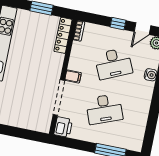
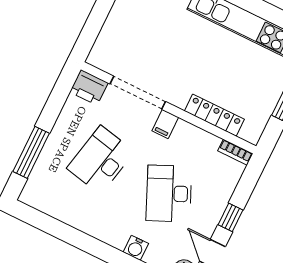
locker: (63, 35) -> (214, 115), moved
desk: (104, 109) -> (101, 160), turned 33

